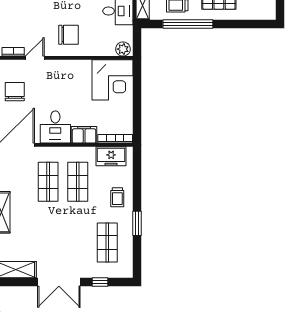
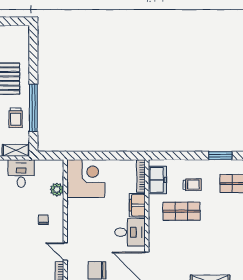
chair: (69, 35) -> (43, 220), width x0.54, depth x0.54
plant: (123, 49) -> (57, 190), moved
shop shelf: (48, 182) -> (181, 239), removed
trolley: (117, 197) -> (192, 185), moved

